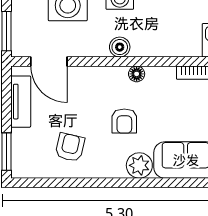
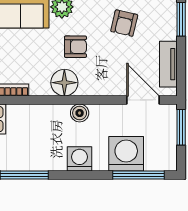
floor lamp: (137, 74) -> (64, 83), width x1.89, depth x1.89
armchair: (124, 121) -> (75, 47), turned 90

